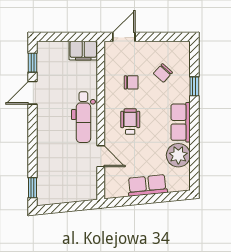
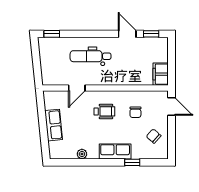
chair: (163, 73) -> (154, 136), moved
dental chair: (83, 117) -> (91, 56), moved
row of seats: (181, 122) -> (115, 151), moved
plant: (178, 155) -> (82, 154), width x0.53, depth x0.53

